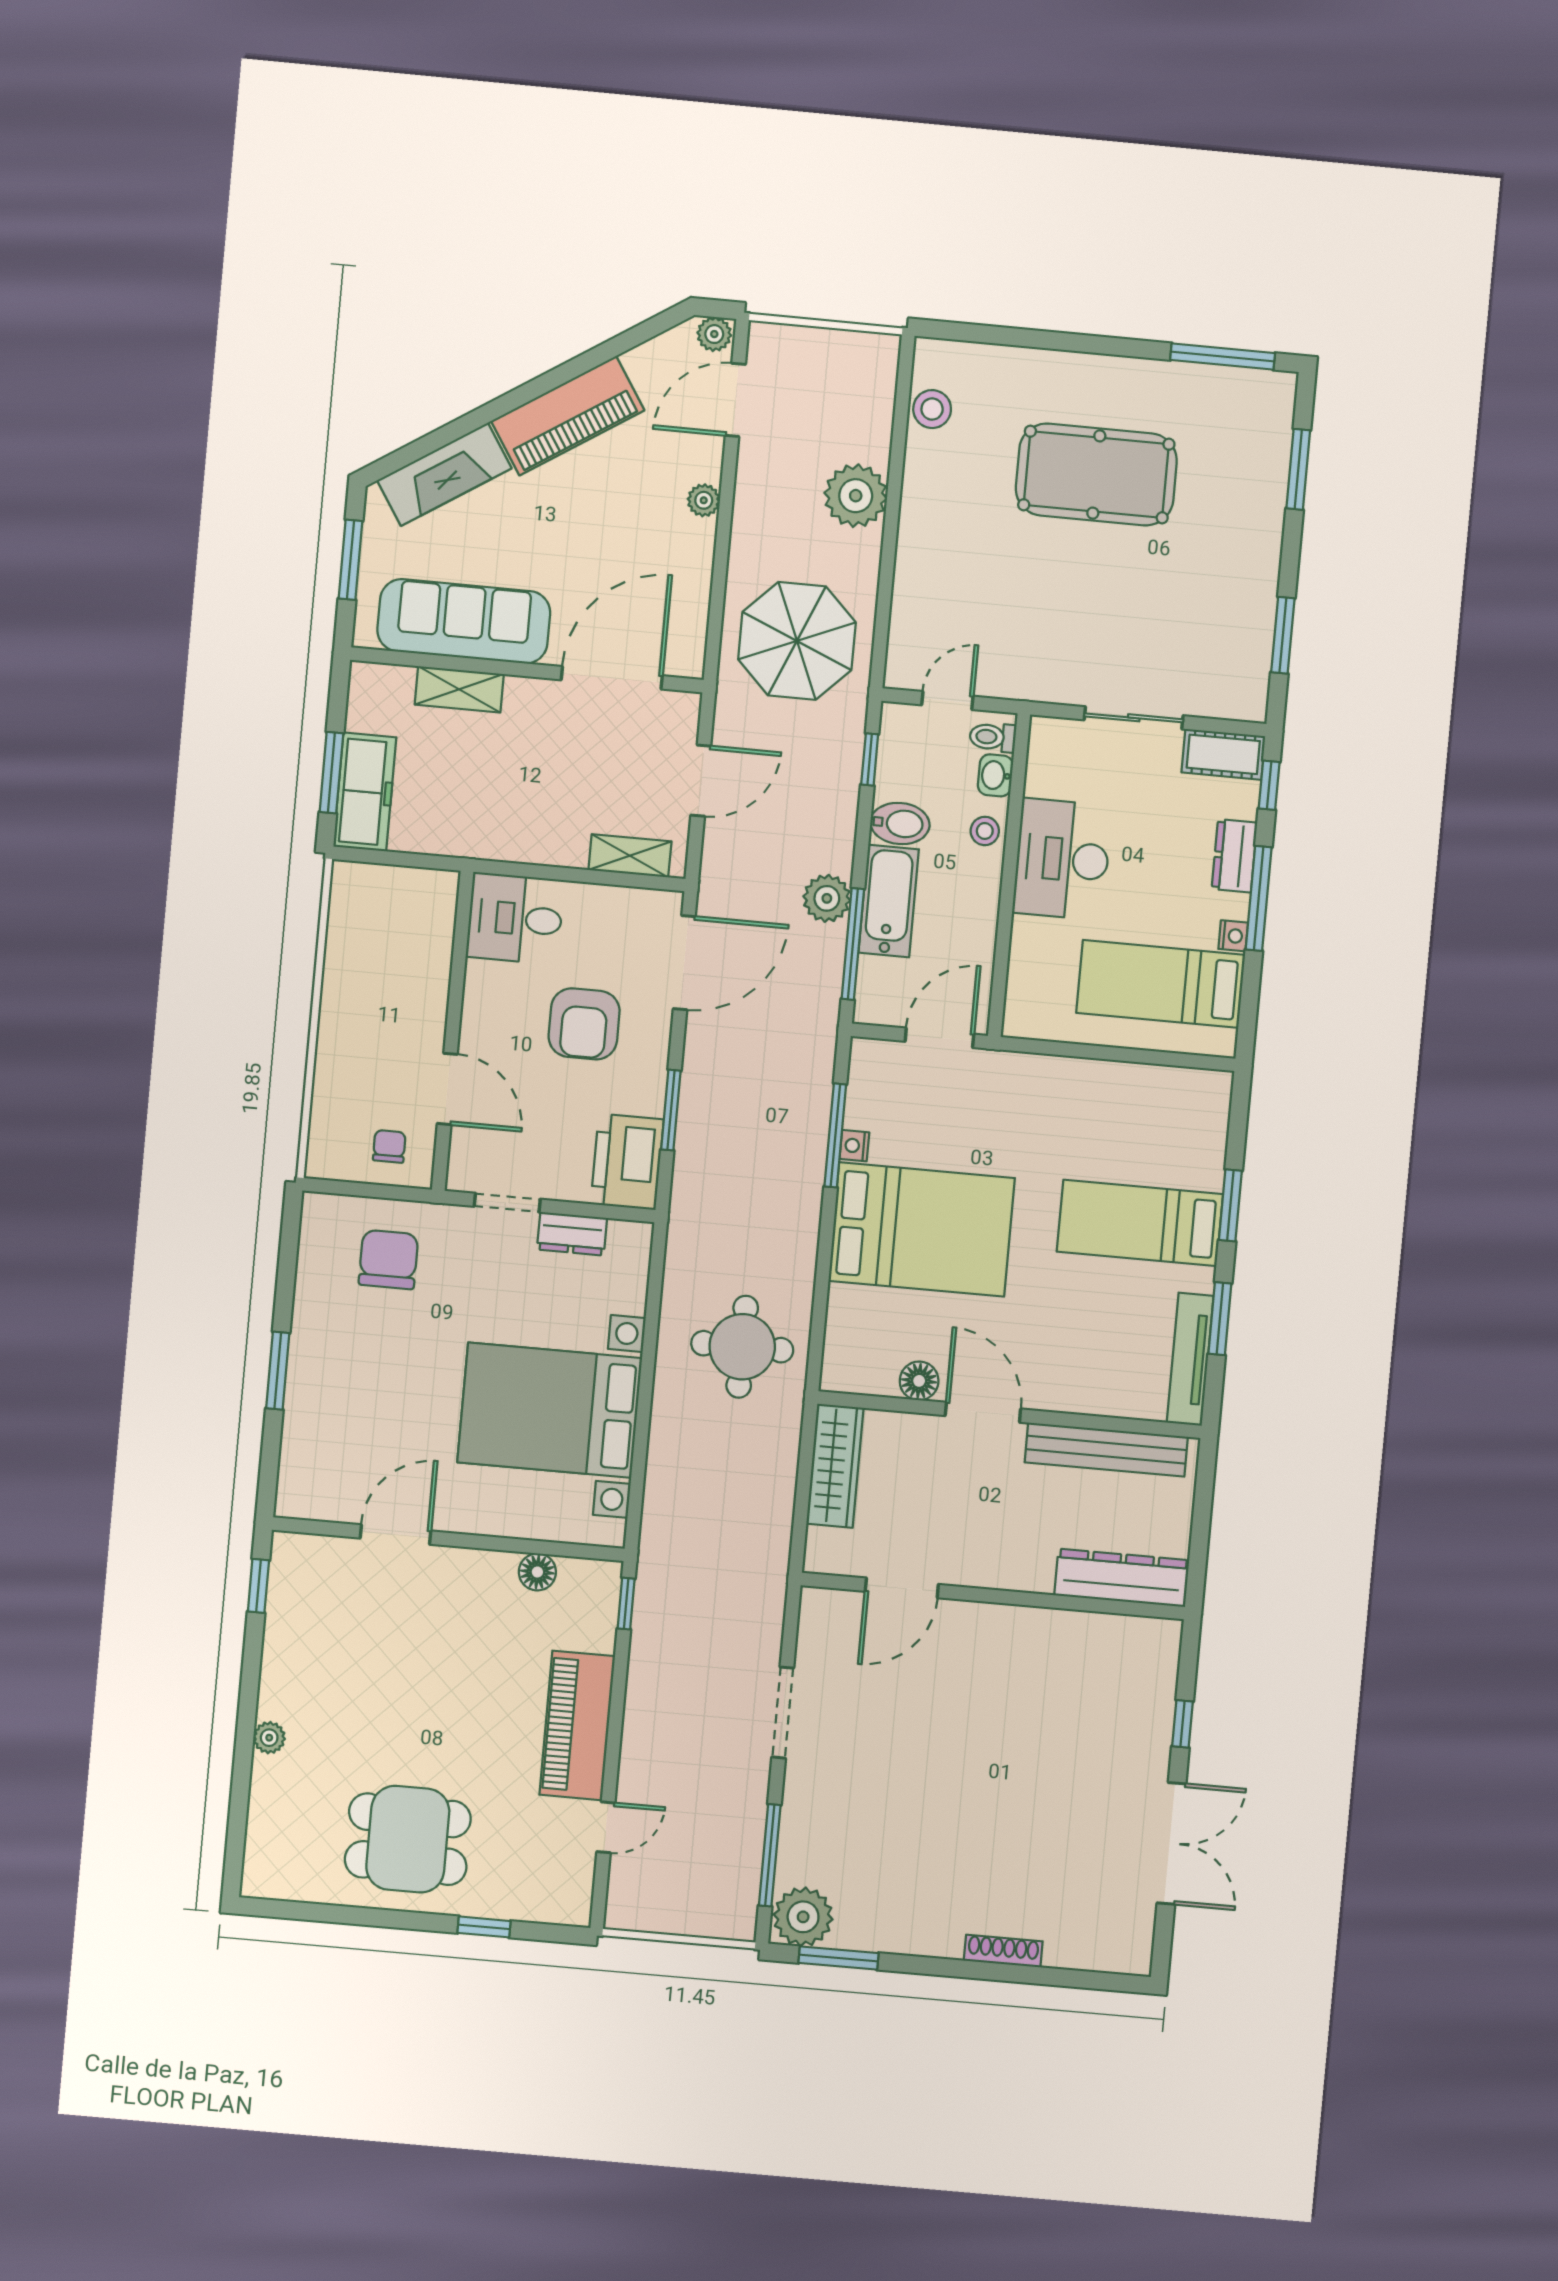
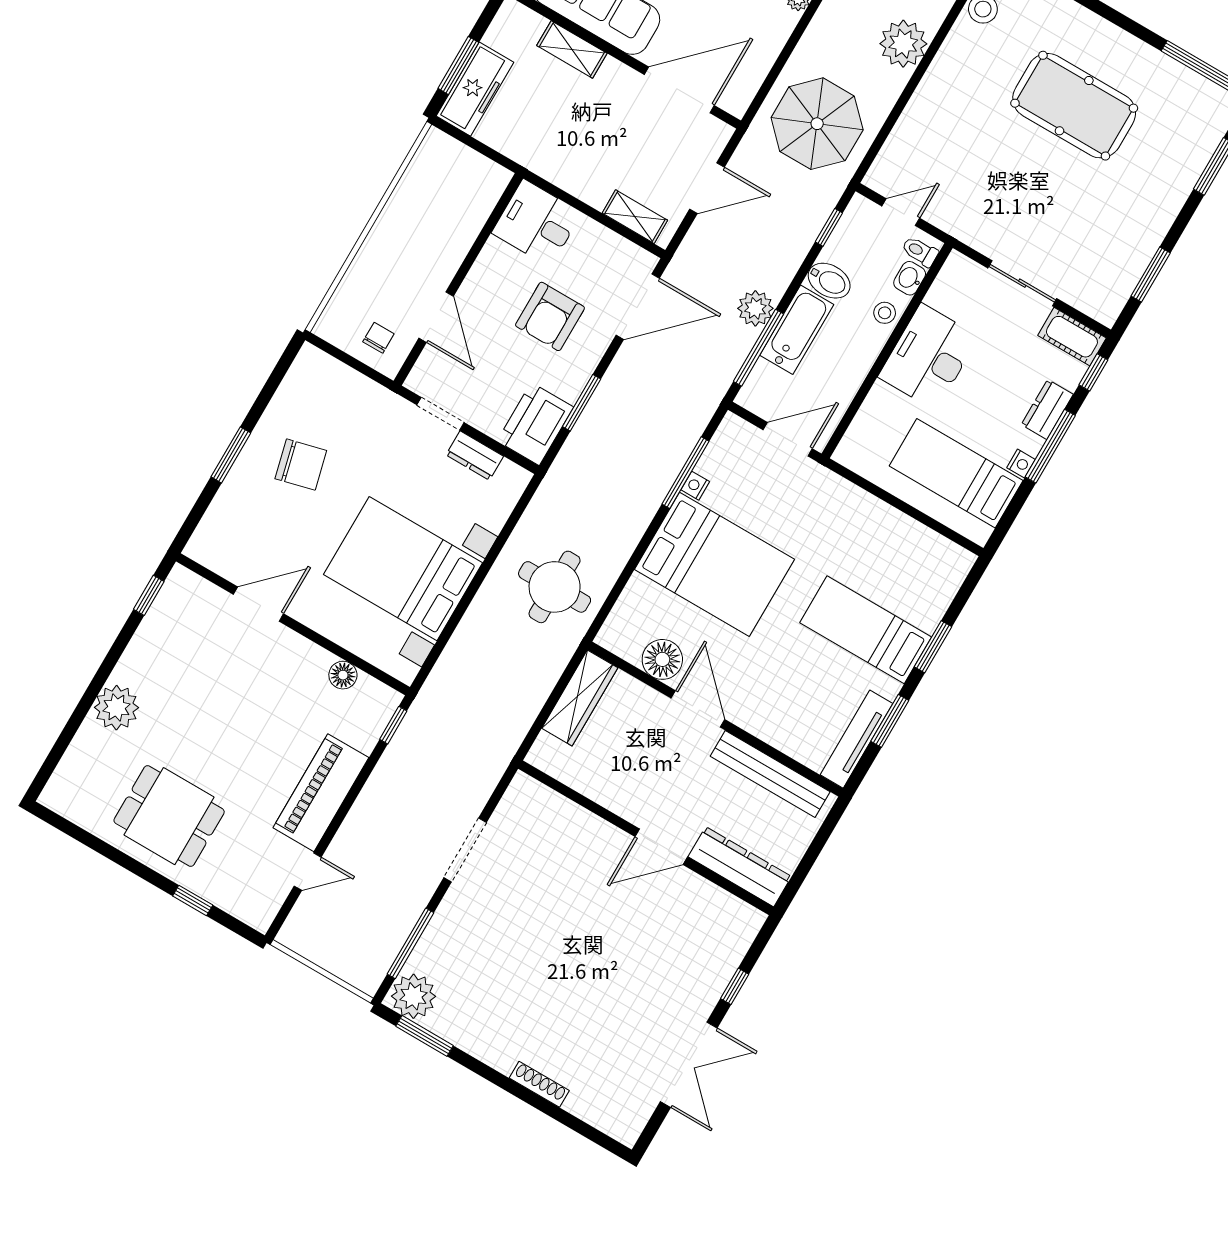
chair: (388, 1259) -> (301, 465), moved, turned 76
floor lamp: (919, 1381) -> (662, 659), width x1.38, depth x1.38
door: (902, 1588) -> (661, 847), moved
plant: (269, 1738) -> (116, 708), width x1.88, depth x1.88

